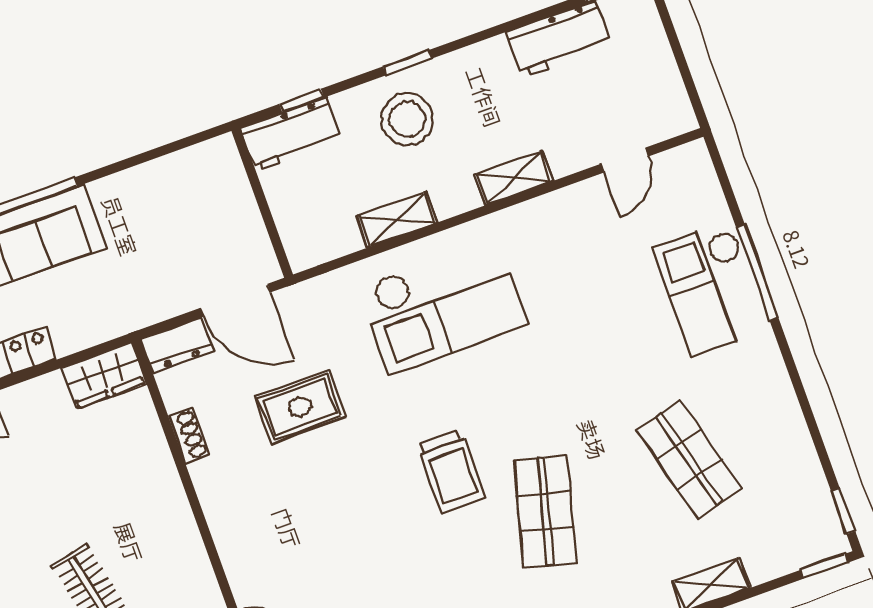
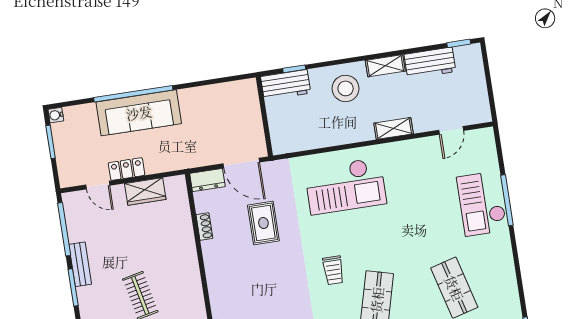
window: (407, 63) -> (351, 60), removed
shelving: (397, 220) -> (385, 66), moved
wardrobe: (104, 376) -> (145, 191), moved
rug: (300, 407) -> (263, 223), turned 90
trolley: (451, 471) -> (333, 270), width x0.73, depth x0.72

